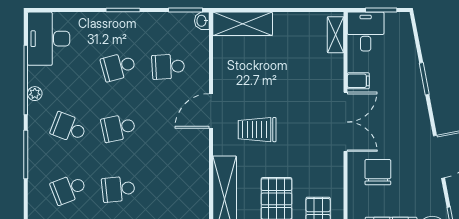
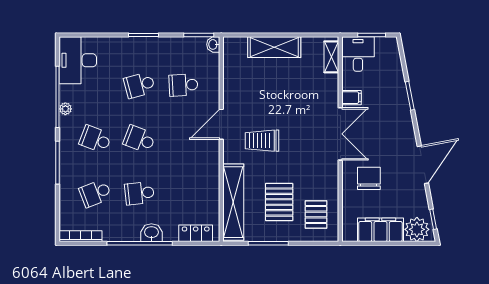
shelving: (243, 24) -> (274, 47), moved
school desk: (118, 128) -> (139, 139), turned 33

